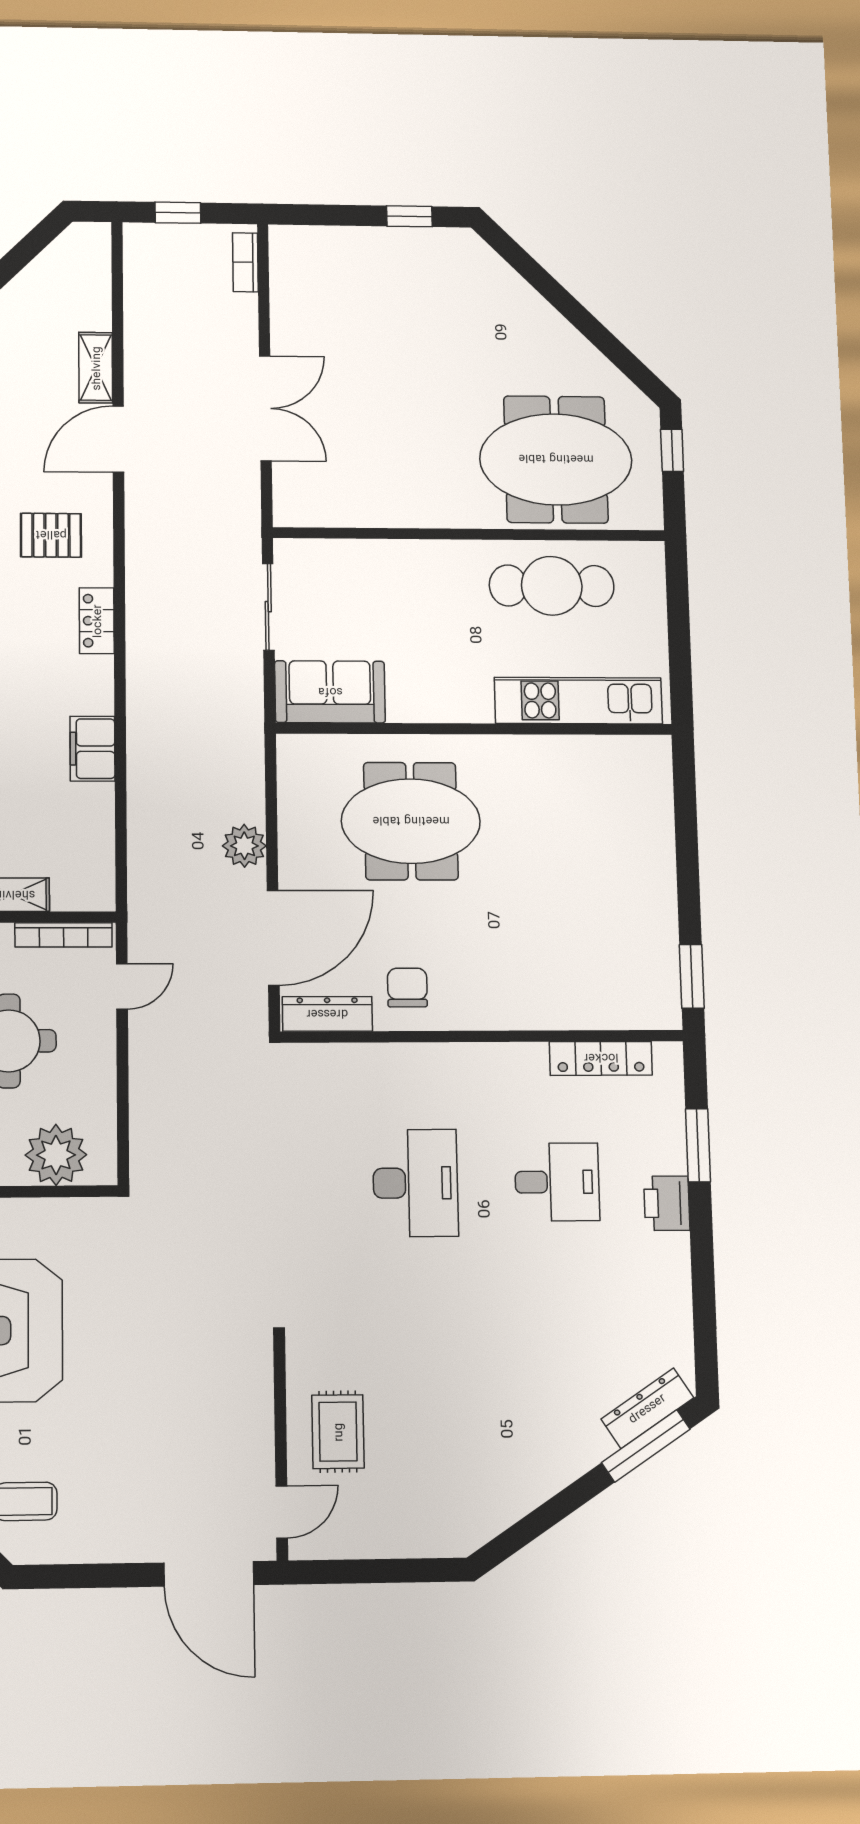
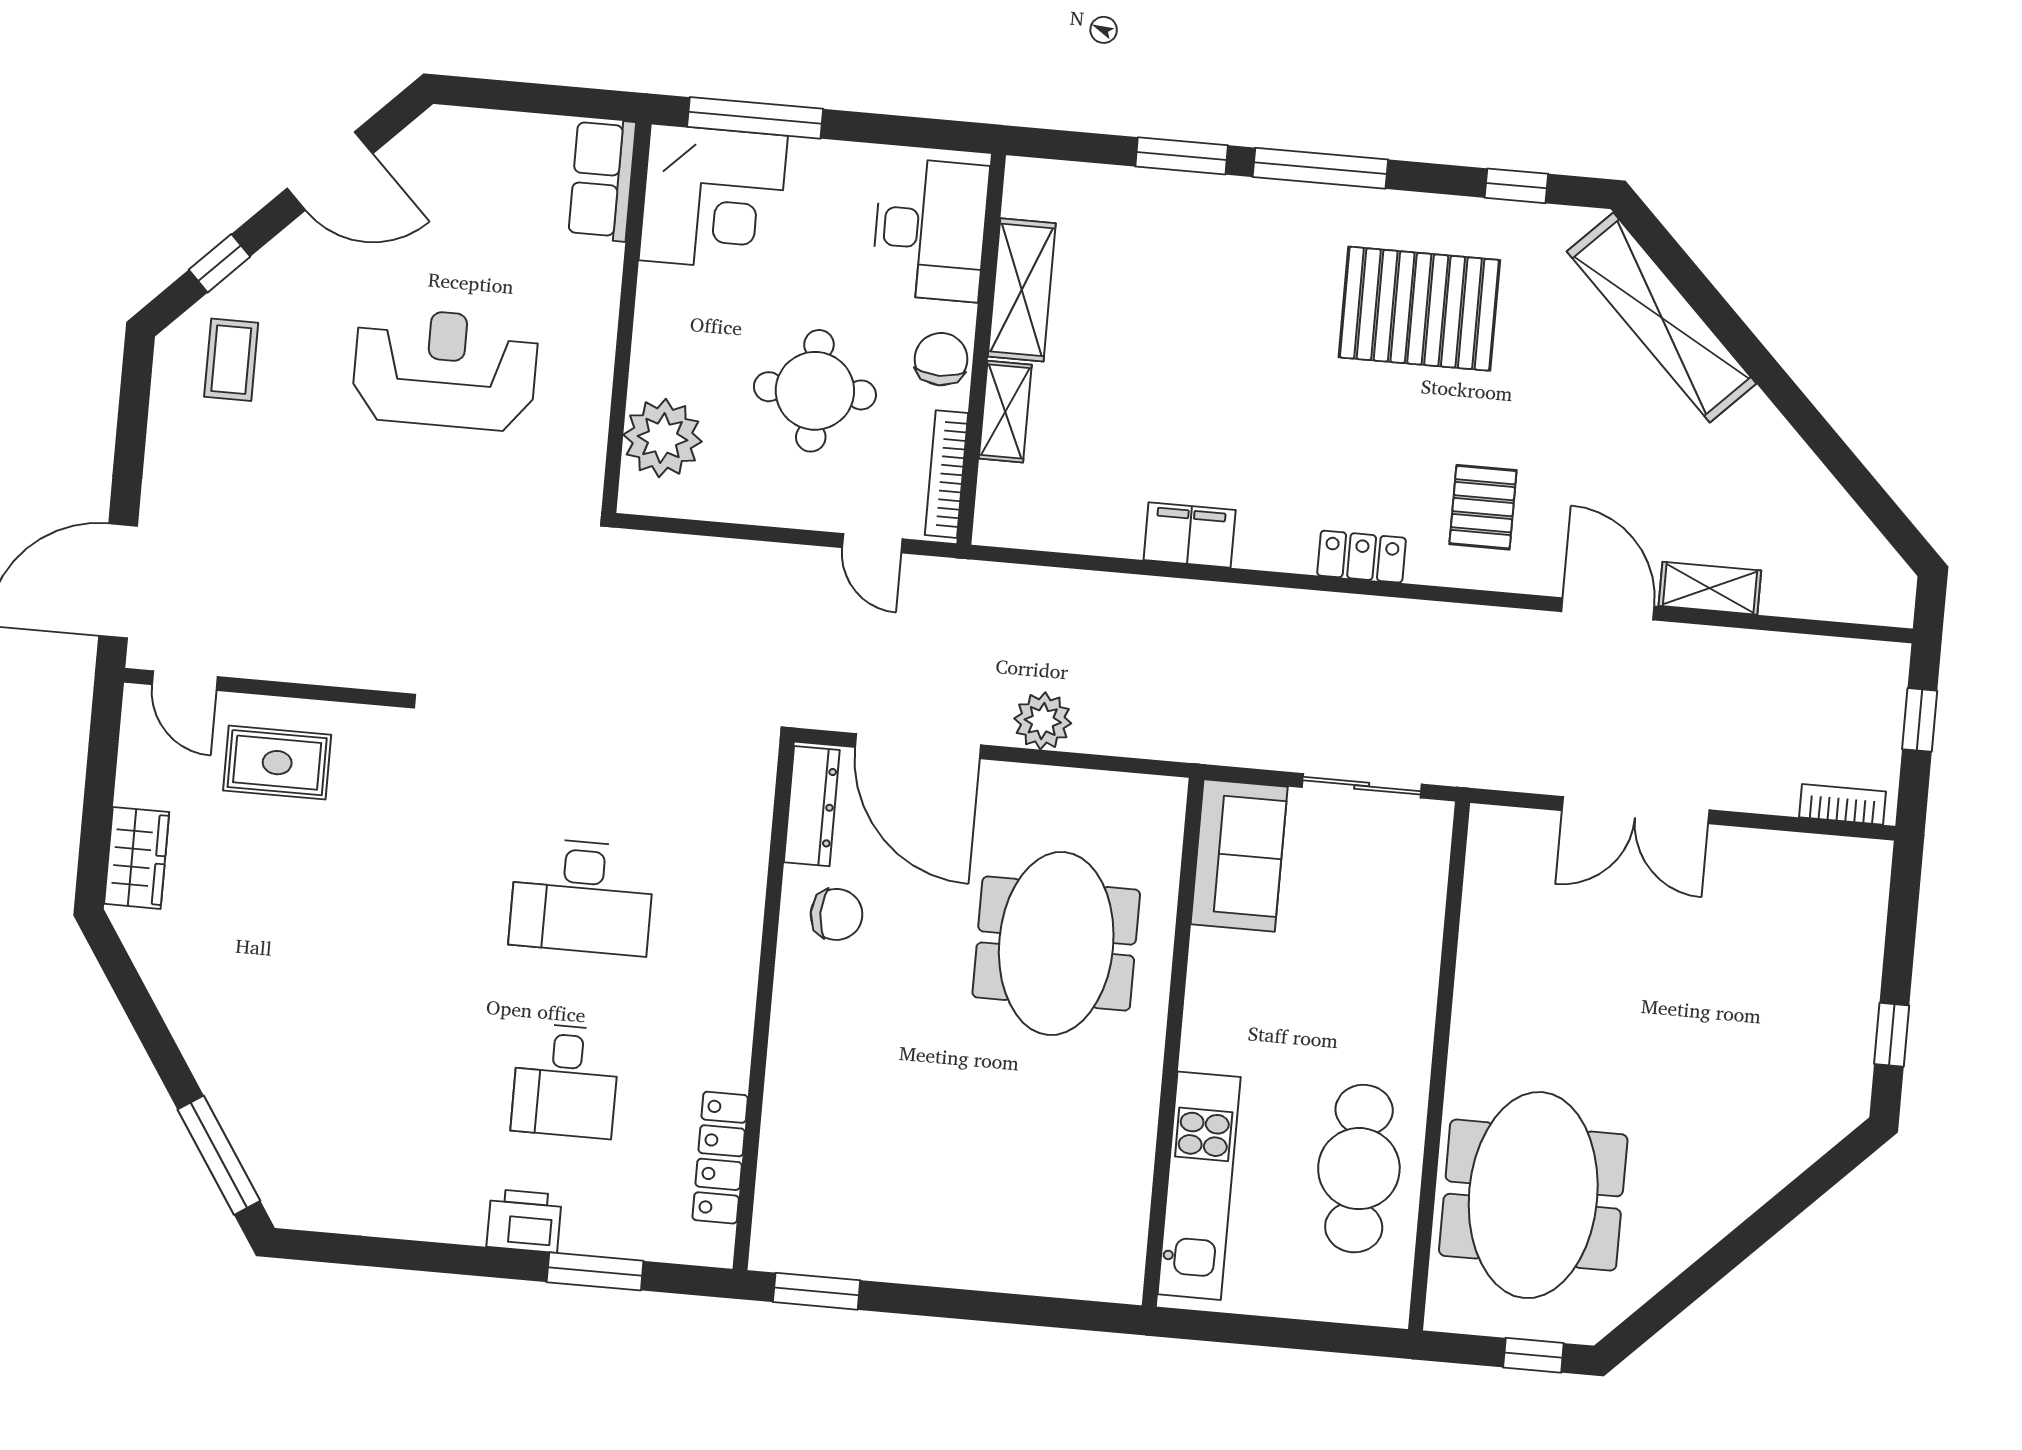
dresser: (647, 1408) -> (266, 1163), removed
wardrobe: (424, 1536) -> (137, 858), added

